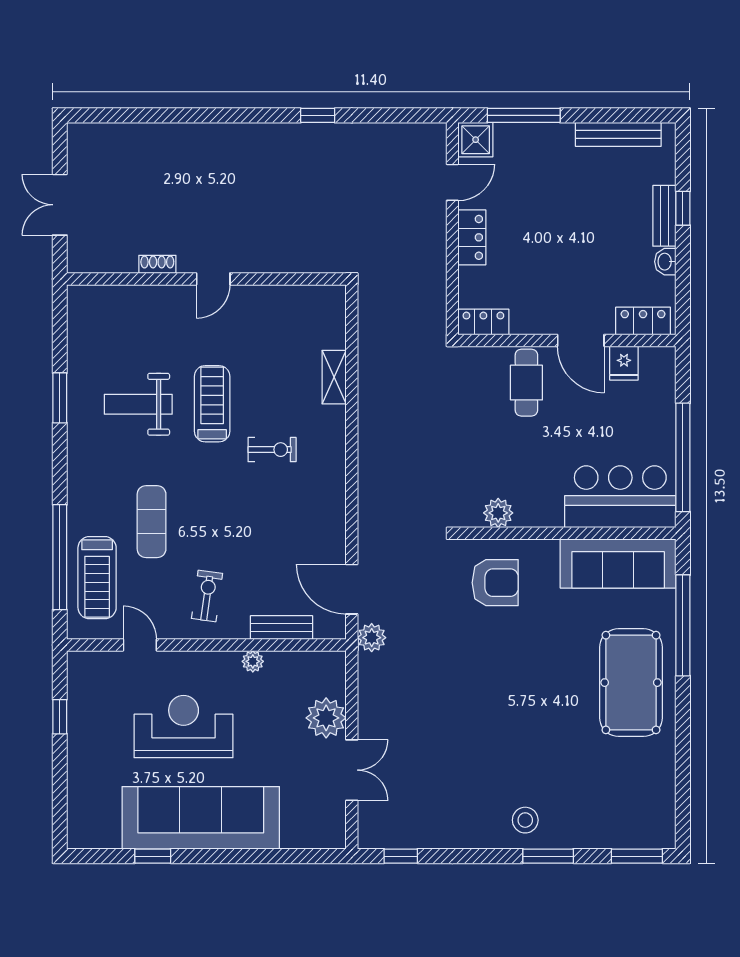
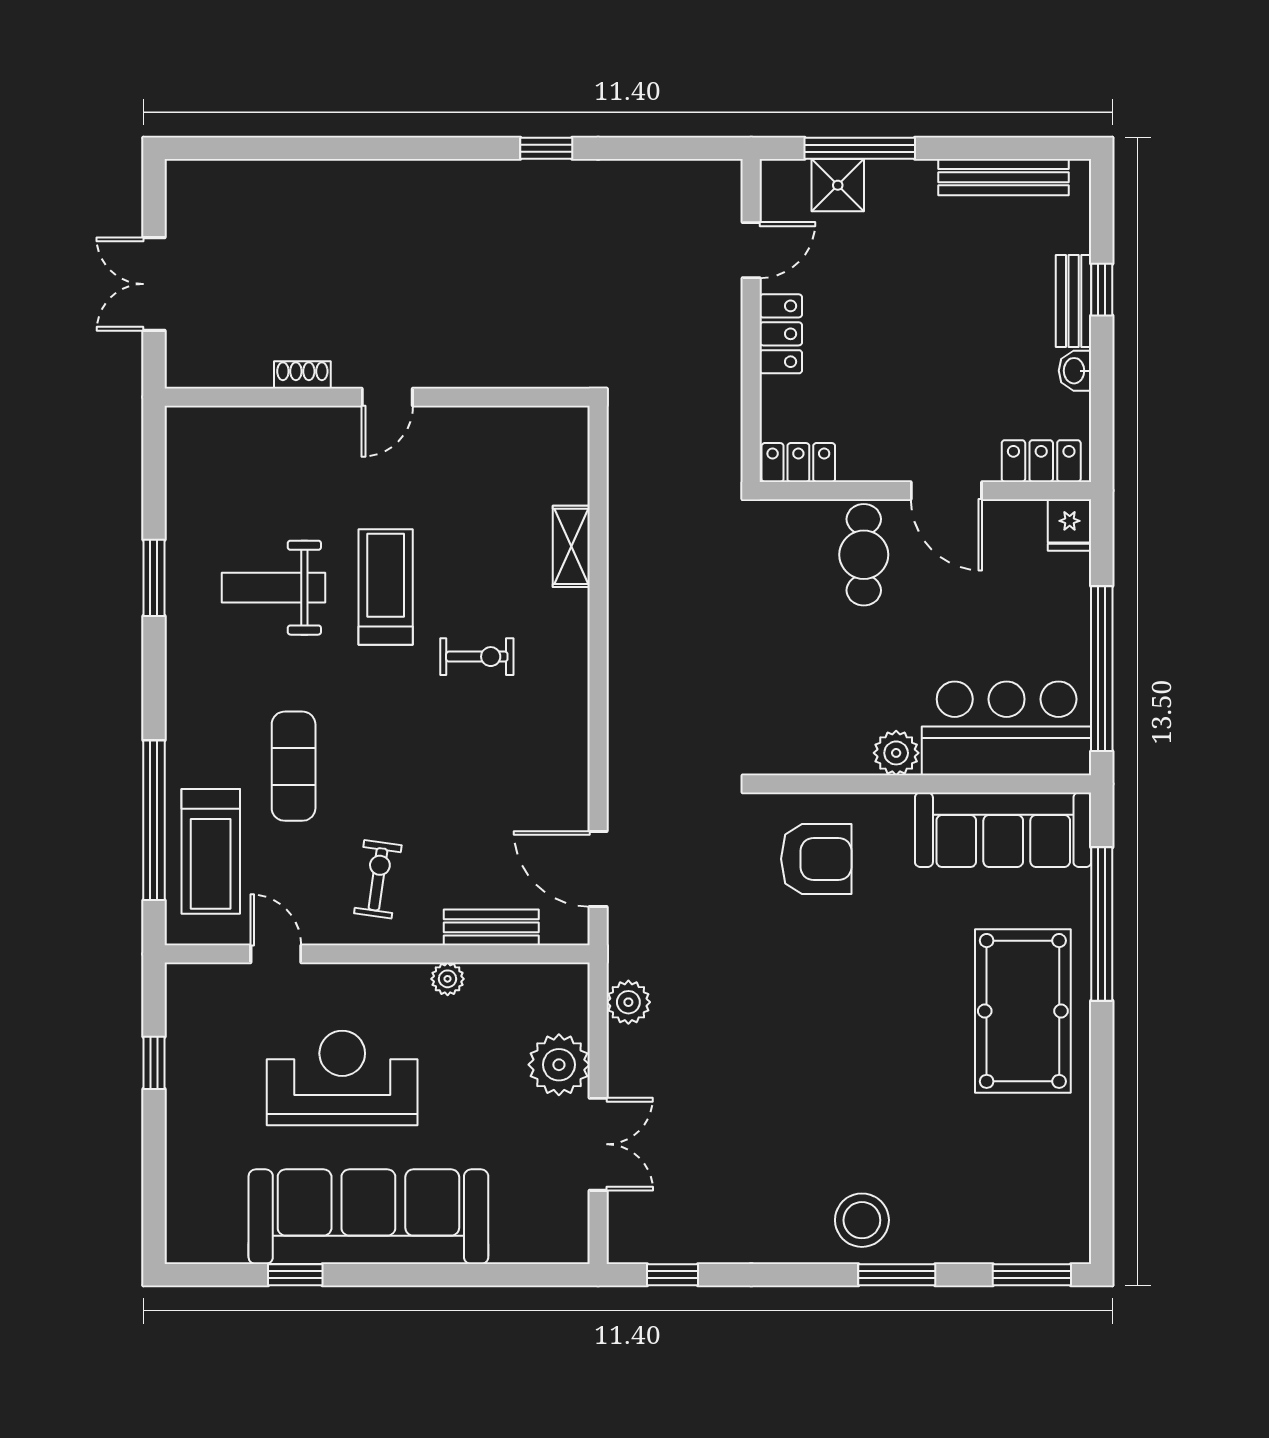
shower: (476, 140) -> (838, 185), moved
fridge: (624, 363) -> (1070, 525), moved
plant: (498, 513) -> (896, 753), moved
plant: (372, 638) -> (628, 1002), moved
stool: (525, 820) -> (862, 1220), width x1.38, depth x1.38

